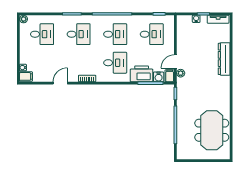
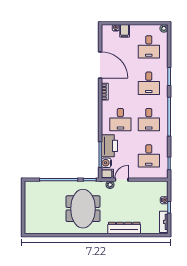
door: (175, 61) -> (122, 180), hinge flipped
filing cabinet: (26, 76) -> (125, 31), moved
door: (60, 83) -> (100, 65), width x1.88
meeting table: (212, 130) -> (83, 209), moved, turned 90

